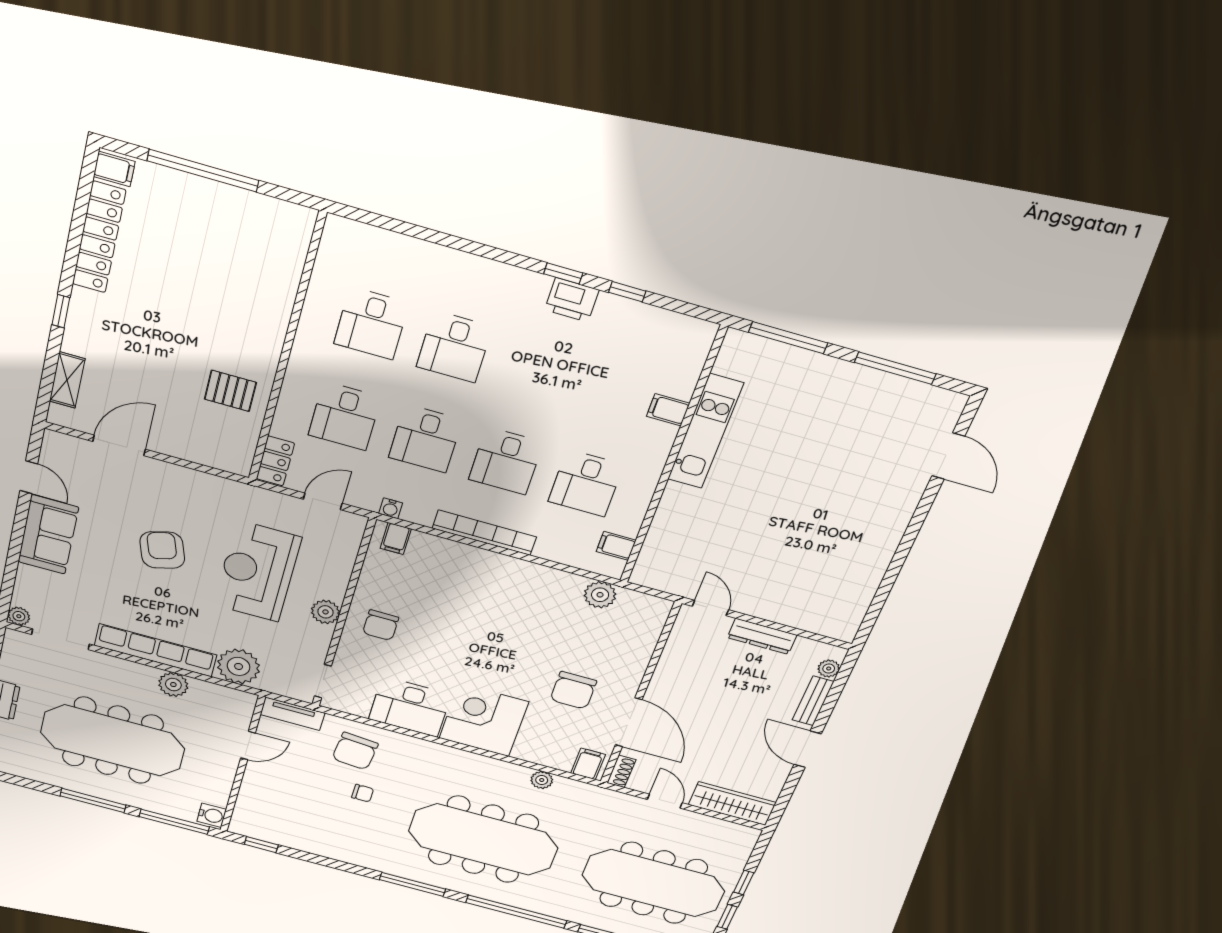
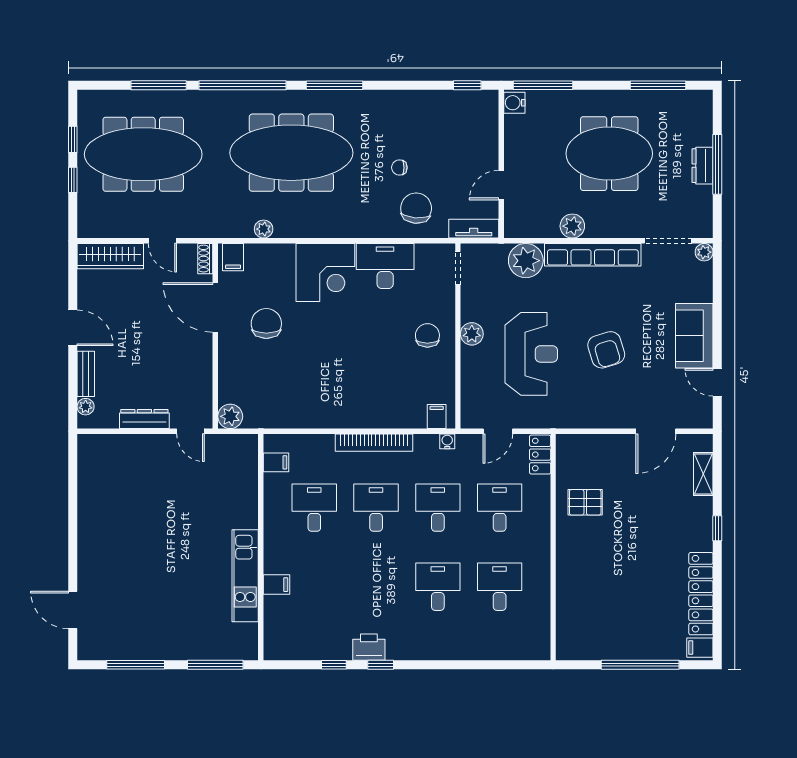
plant: (600, 595) -> (230, 416), moved
meeting table: (113, 741) -> (609, 154), width x0.73
window: (93, 800) -> (658, 85), moved

